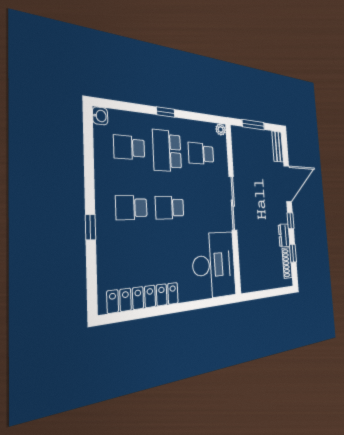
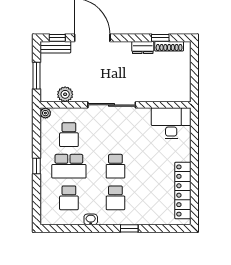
washbasin: (100, 116) -> (91, 219), moved
plant: (239, 153) -> (65, 94), added
window: (290, 221) -> (57, 38), moved
desk: (214, 265) -> (171, 123), width x0.73, depth x0.77

